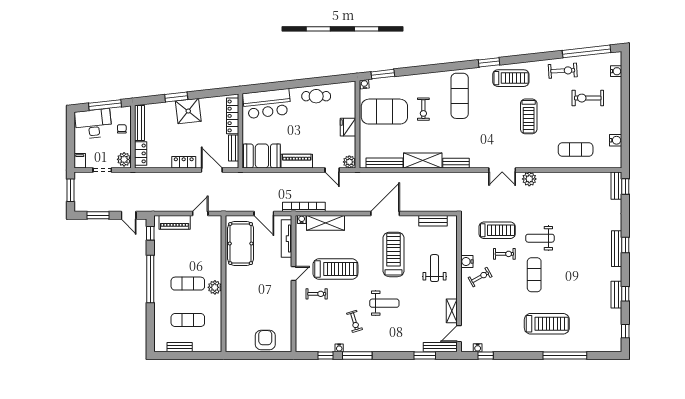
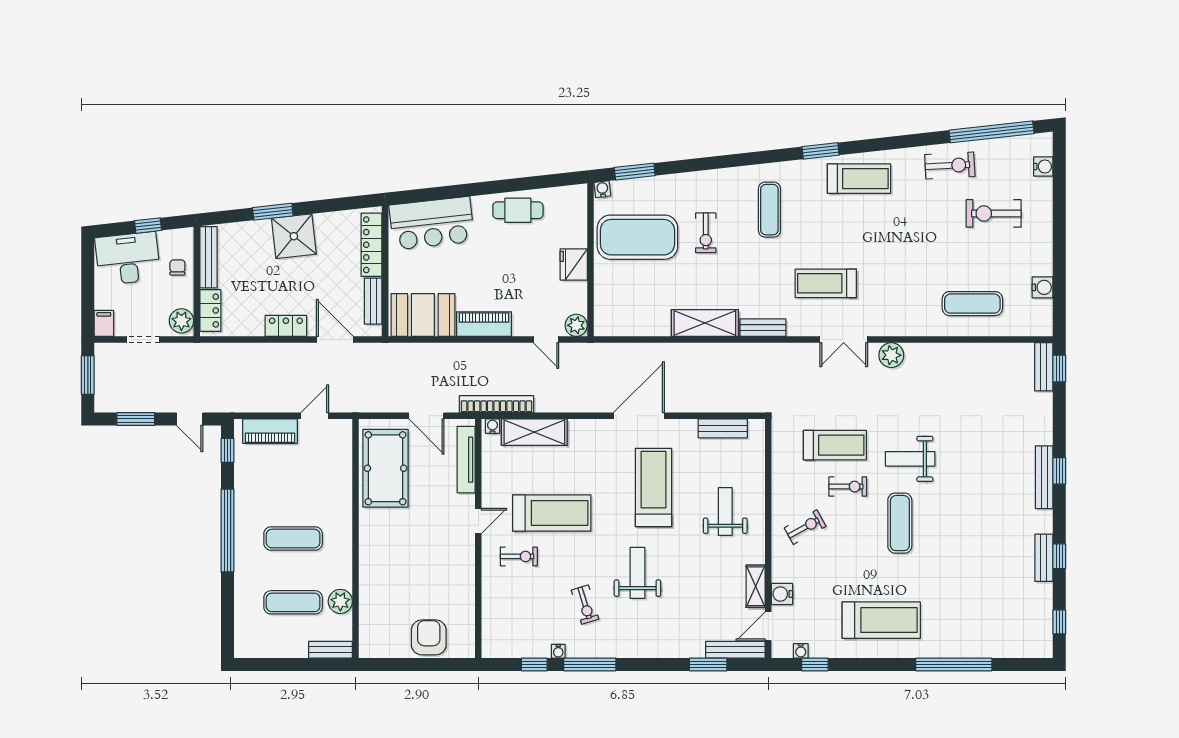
exercise mat: (460, 96) -> (769, 210), width x0.73, depth x0.69
window: (105, 105) -> (148, 226), width x0.46
treadmill: (529, 116) -> (826, 283), moved, turned 90
bench: (384, 163) -> (638, 327), removed
water cooler: (467, 262) -> (782, 594), moved
plant: (215, 287) -> (340, 601), moved
weight bench: (384, 303) -> (637, 573), turned -90
treadmill: (547, 324) -> (881, 620), moved
bench: (180, 347) -> (330, 650), moved

